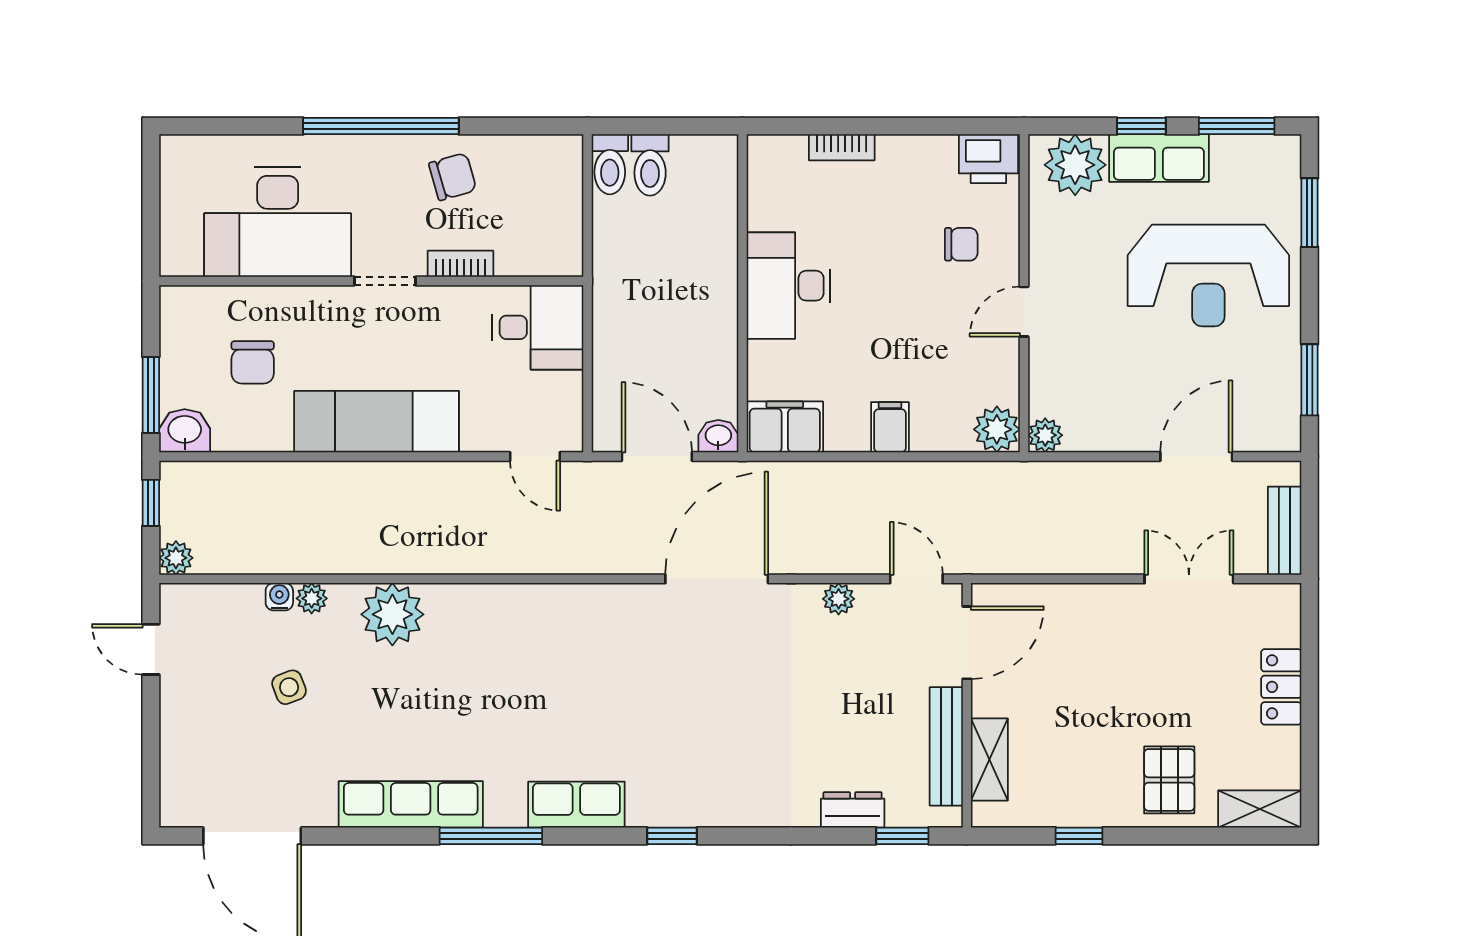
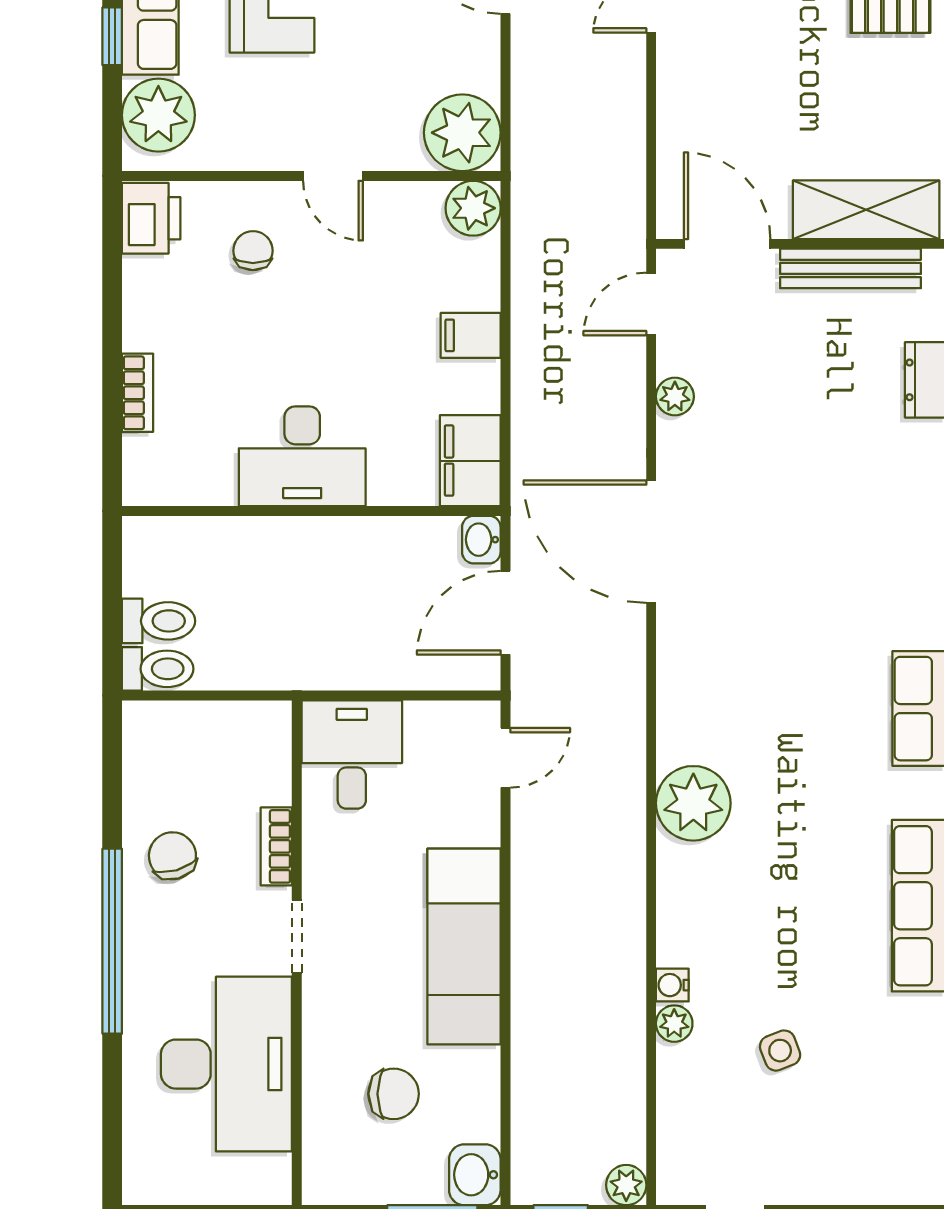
plant: (1045, 435) -> (462, 133), width x1.88, depth x1.88
water cooler: (279, 597) -> (672, 985), moved
plant: (392, 614) -> (693, 803), moved
shelving: (989, 759) -> (866, 210), width x1.50, depth x1.33

